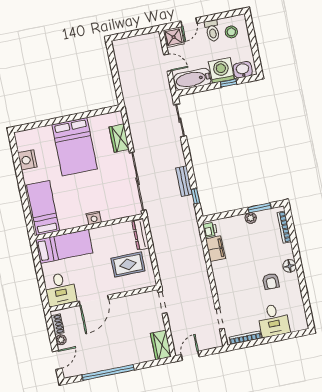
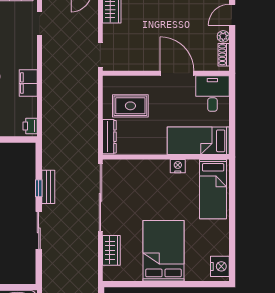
sliding door: (180, 120) -> (39, 230), moved
nightstand: (27, 160) -> (220, 266), moved
window: (195, 196) -> (39, 188), moved
nightstand: (94, 218) -> (178, 166), moved
filing cabinet: (215, 249) -> (28, 83), moved
door: (94, 300) -> (177, 73), hinge flipped

